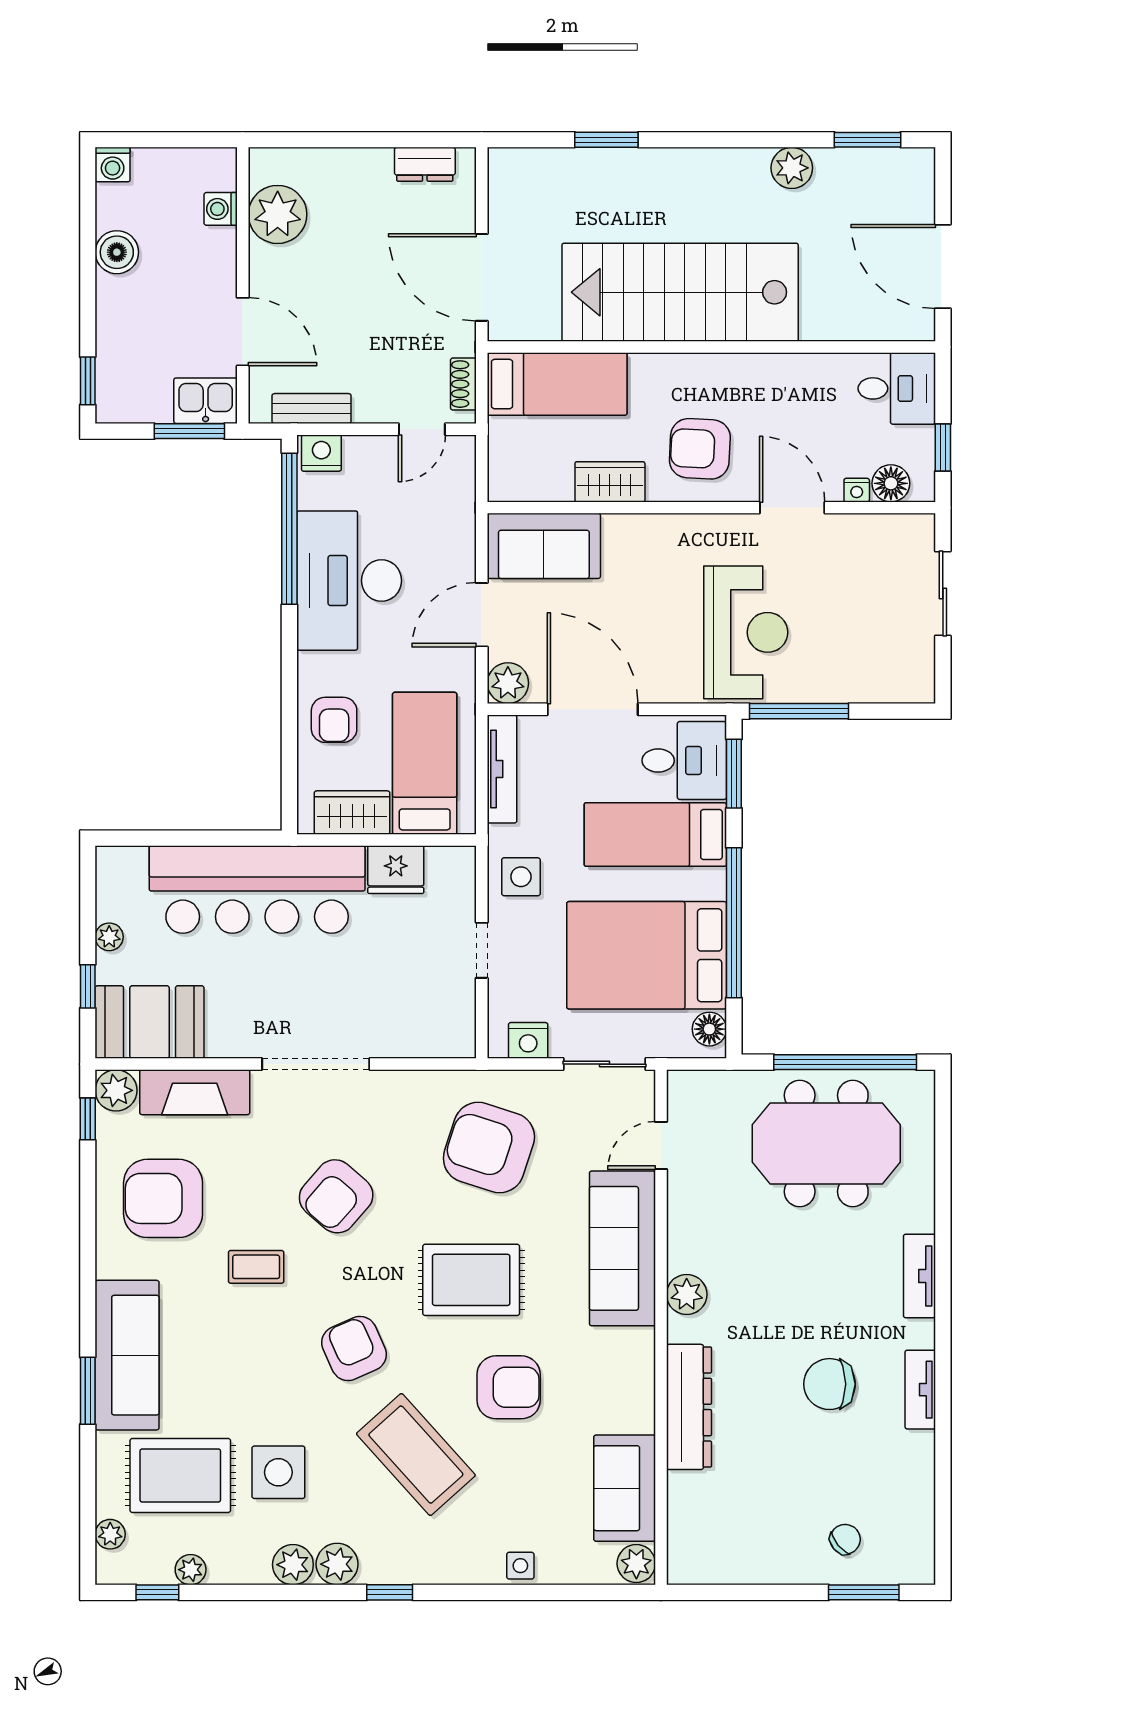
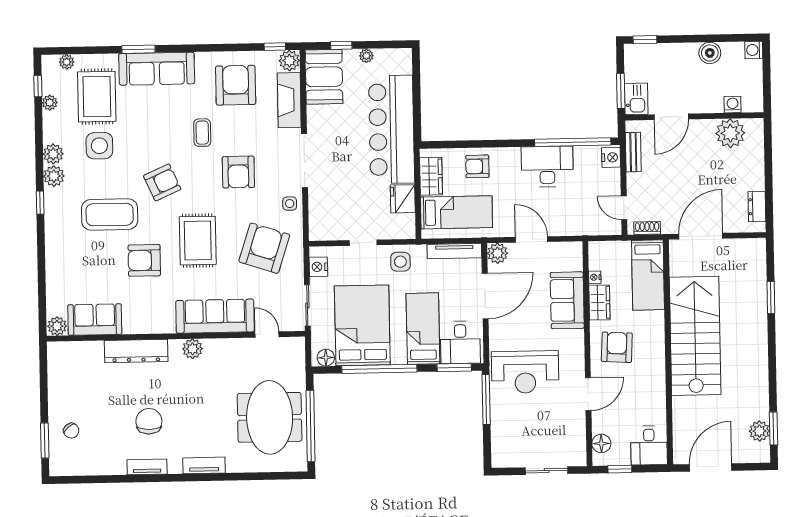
plant: (792, 168) -> (759, 431), moved
nightstand: (857, 490) -> (595, 277), moved
sofa: (544, 546) -> (567, 300), moved
desk: (349, 581) -> (547, 167), width x0.73, depth x0.77
armchair: (336, 1196) -> (238, 172), turned -131
armchair: (509, 1387) -> (144, 260), turned 90
coffee table: (416, 1455) -> (110, 215), turned 42
side table: (520, 1566) -> (290, 204), moved

